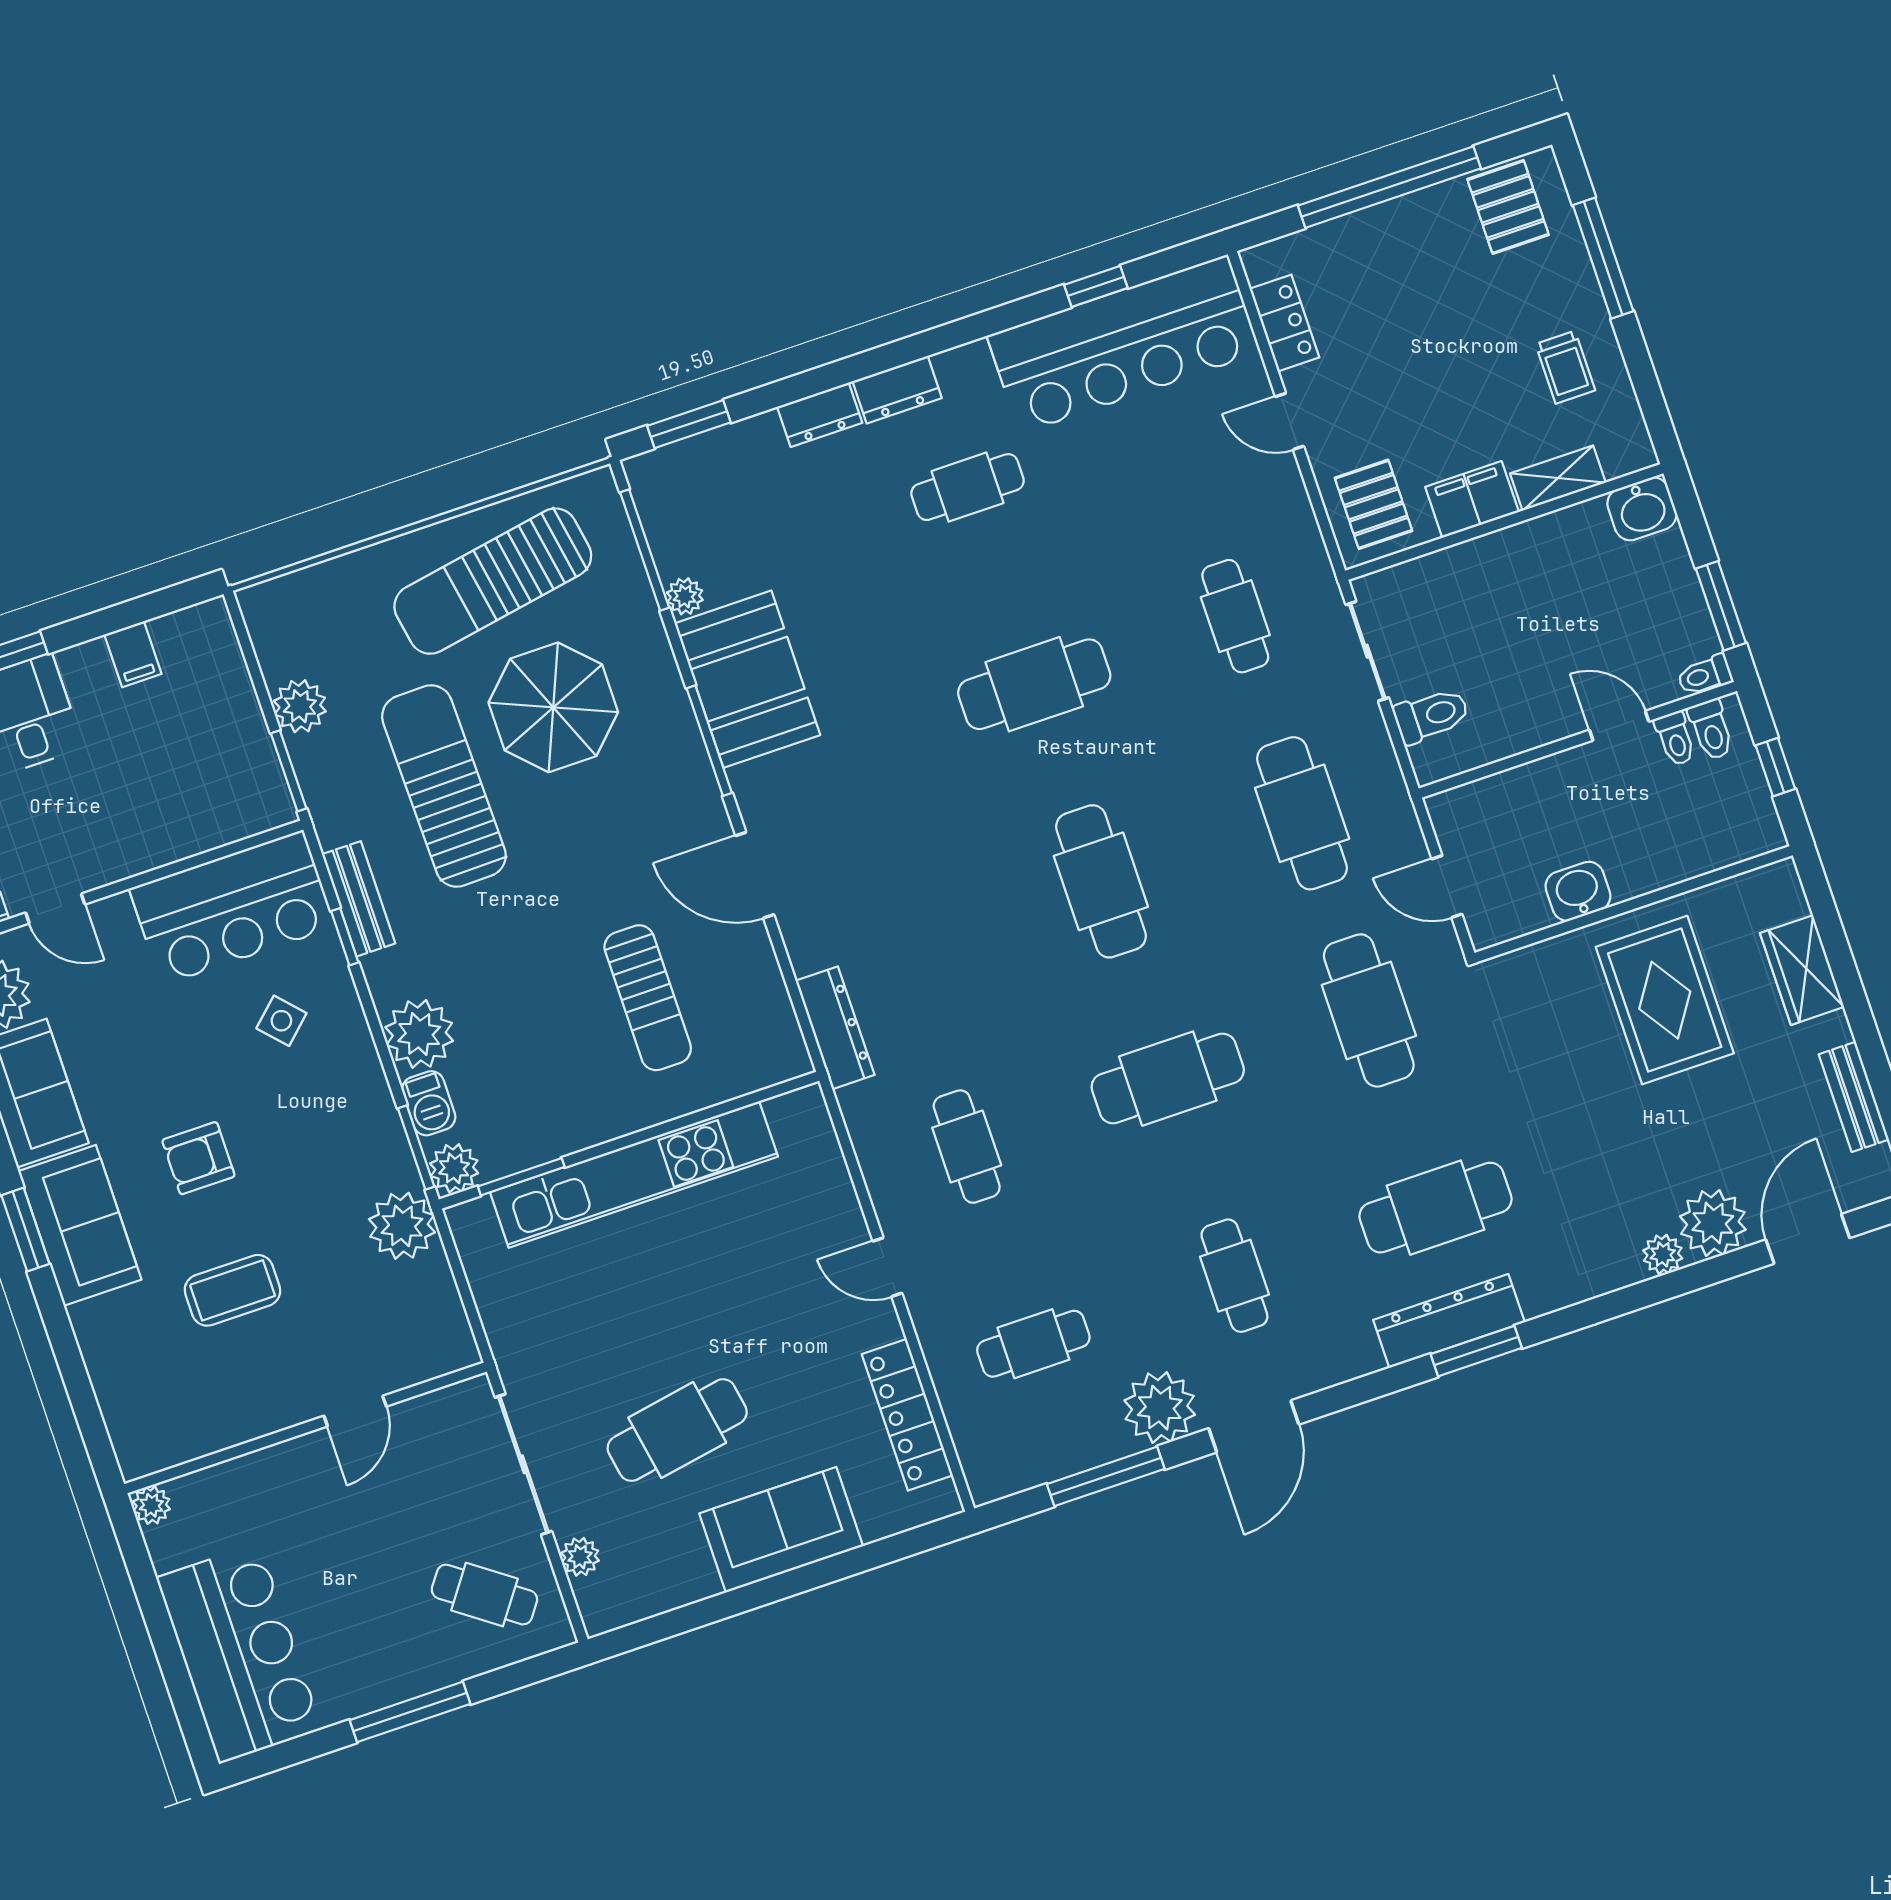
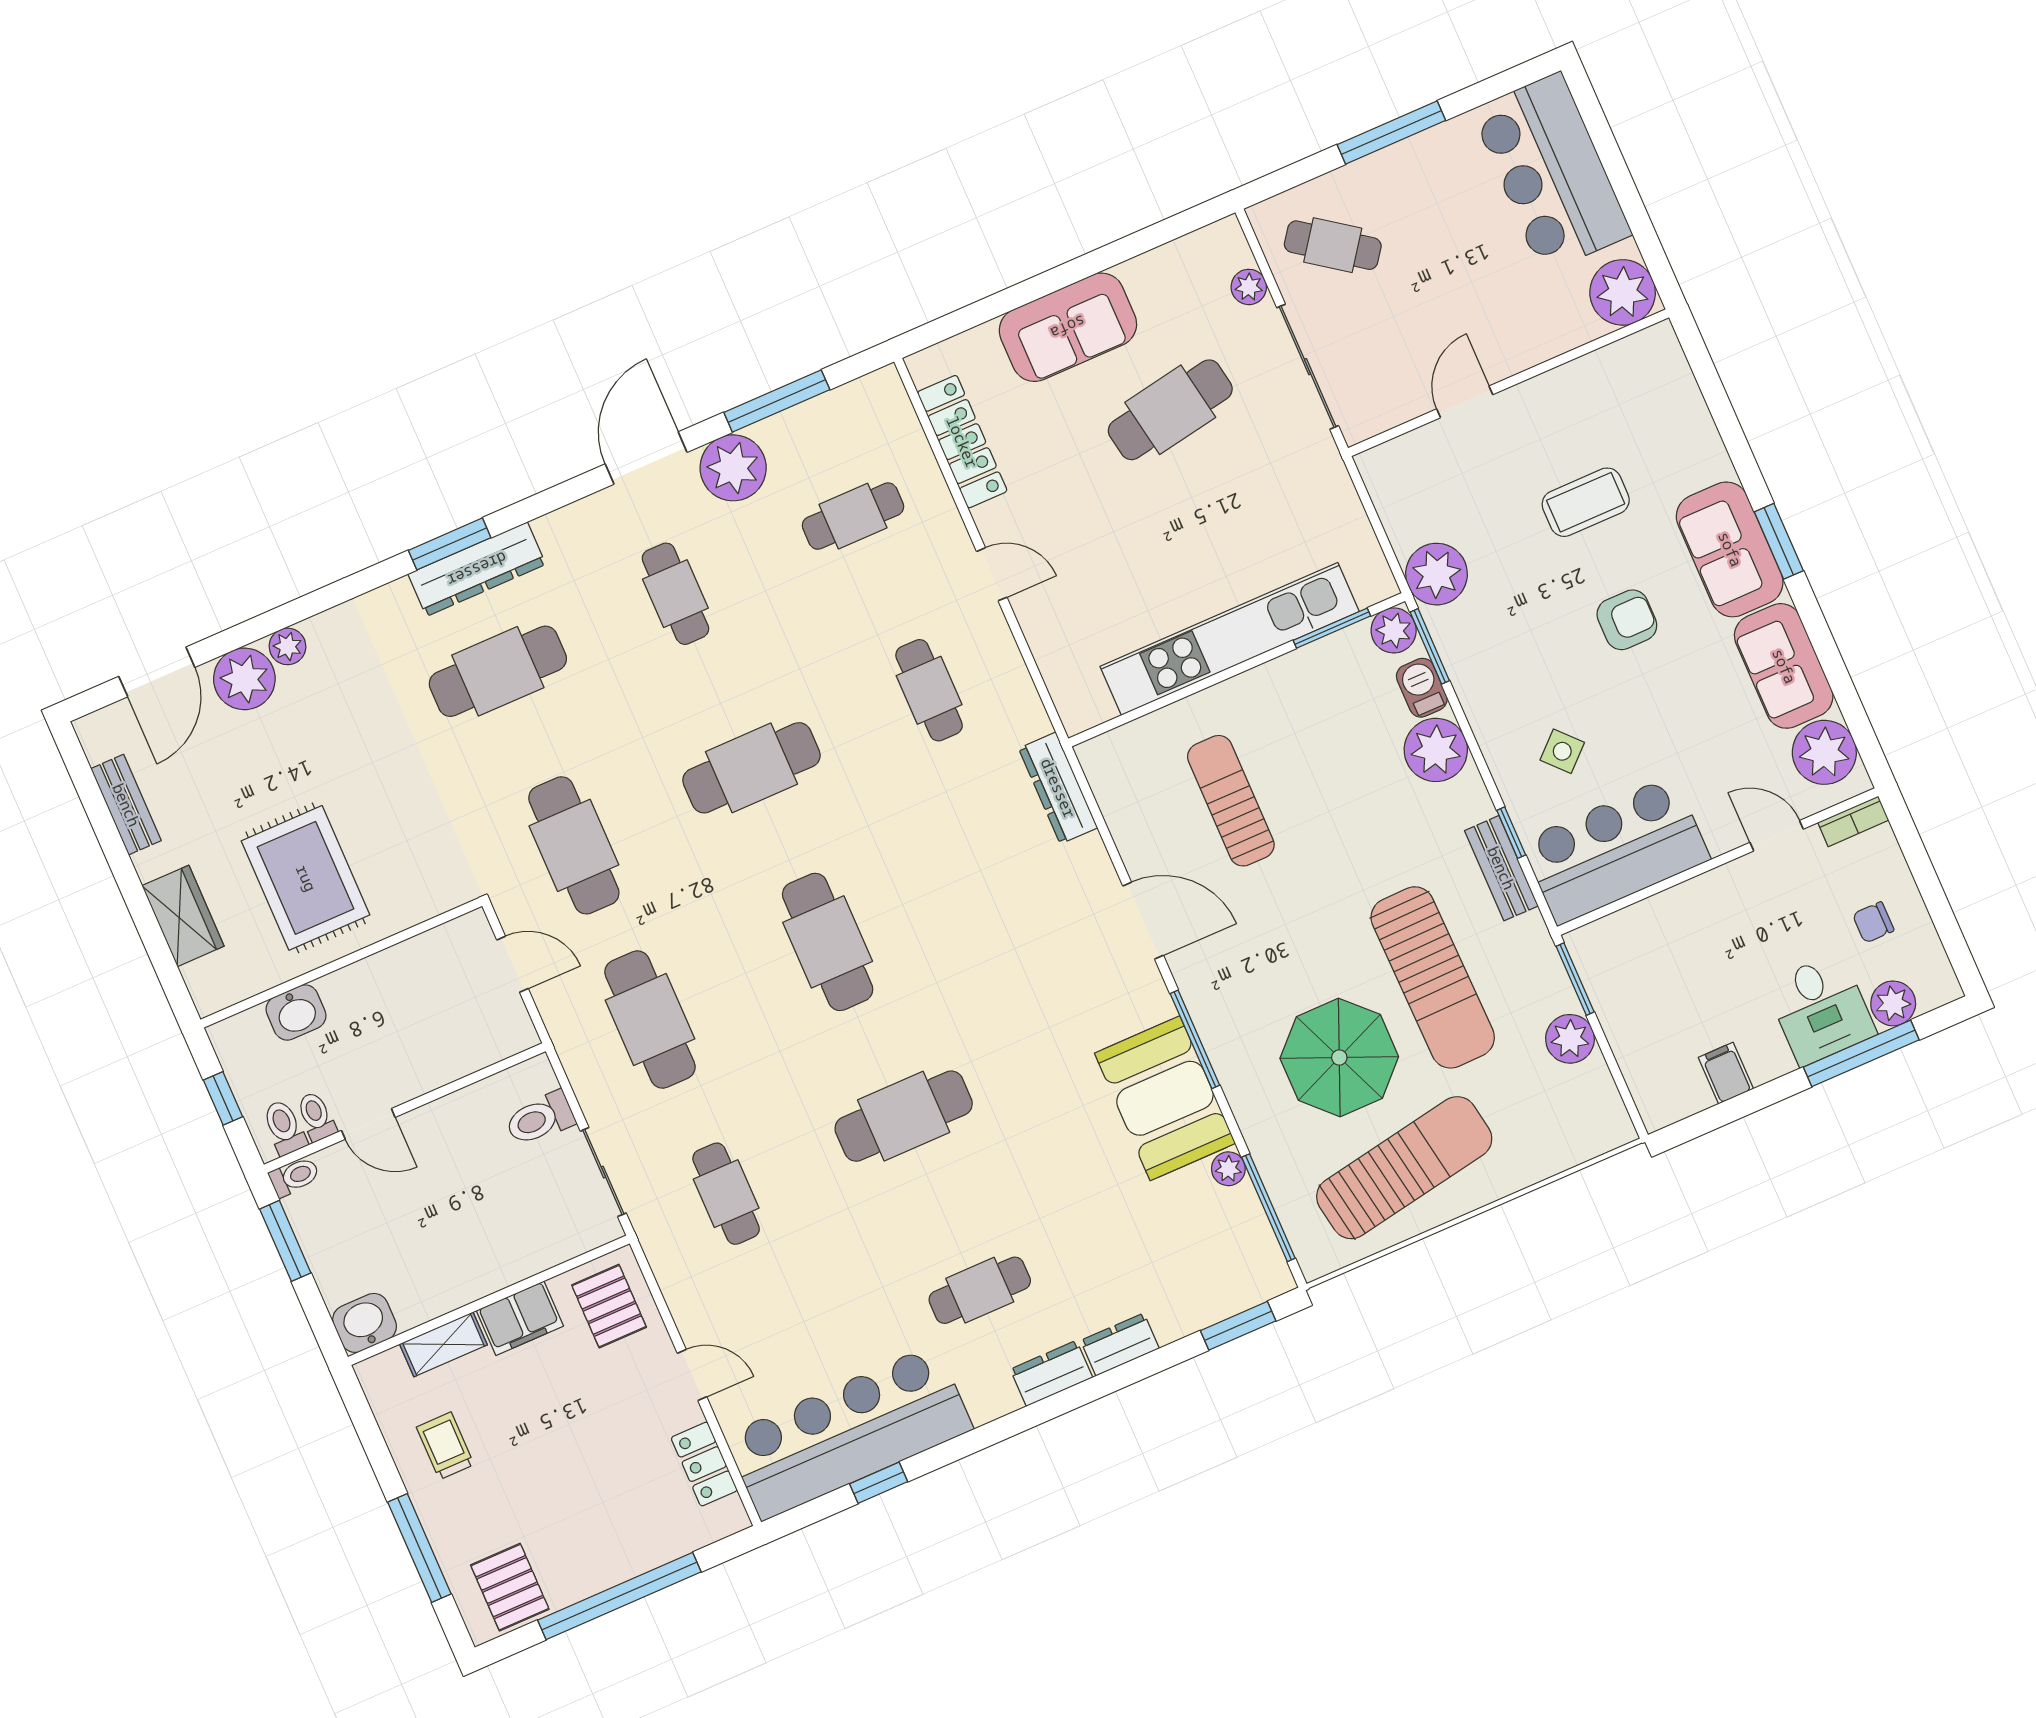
washbasin: (1578, 891) -> (296, 1012), moved
plant: (151, 1505) -> (1623, 292), width x1.87, depth x1.87

